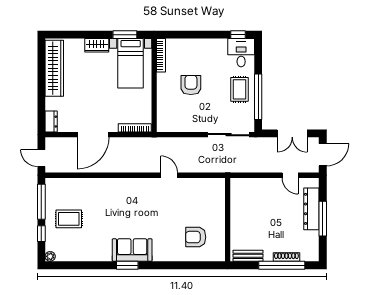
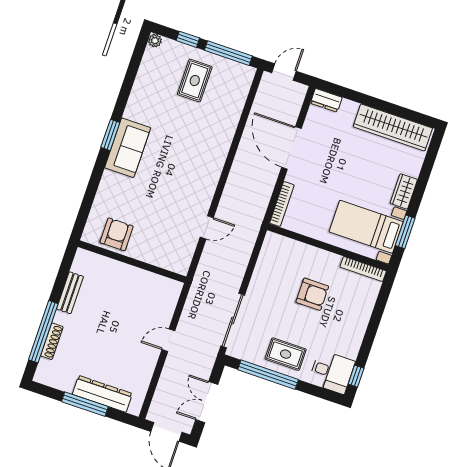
door: (290, 175) -> (168, 340), moved
wall: (228, 220) -> (132, 262), moved

